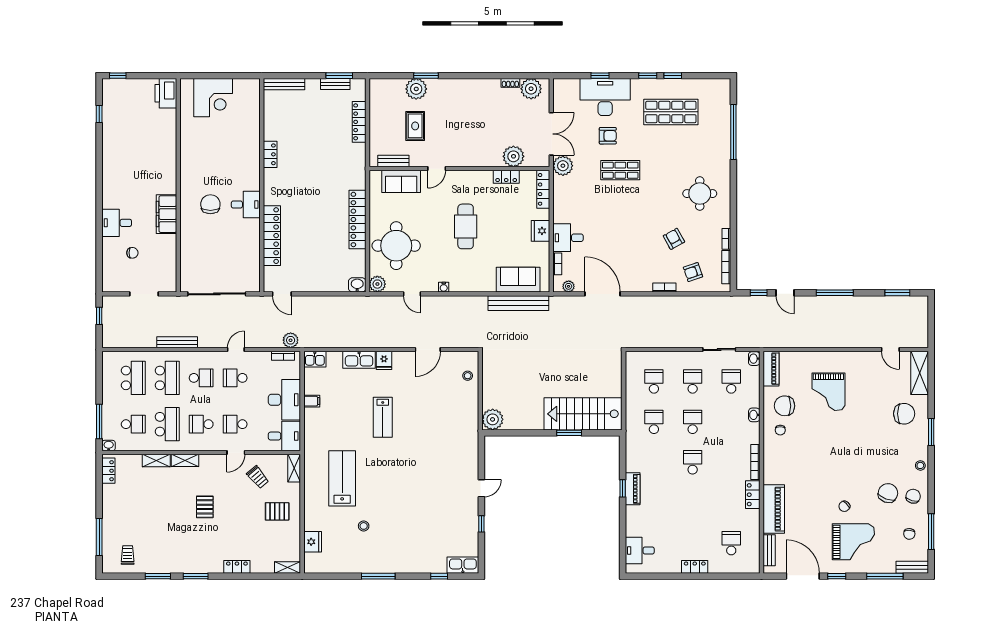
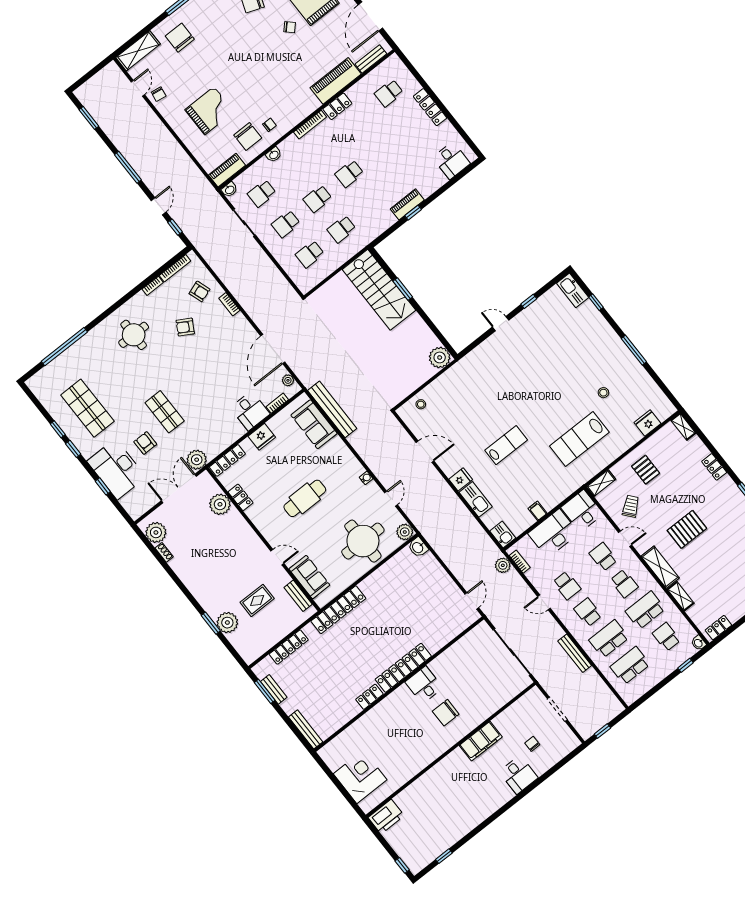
locker: (358, 219) -> (338, 610), moved
locker: (272, 236) -> (403, 668), moved
armchair: (674, 239) -> (185, 327), turned 59
chair: (873, 362) -> (159, 94), added
window: (99, 422) -> (685, 665), width x0.46
school desk: (235, 424) -> (603, 557), turned 180
shelving: (185, 460) -> (660, 567), width x1.50, depth x1.33
pallet: (205, 507) -> (687, 529), width x1.50, depth x1.42
locker: (695, 567) -> (430, 107), width x1.53

